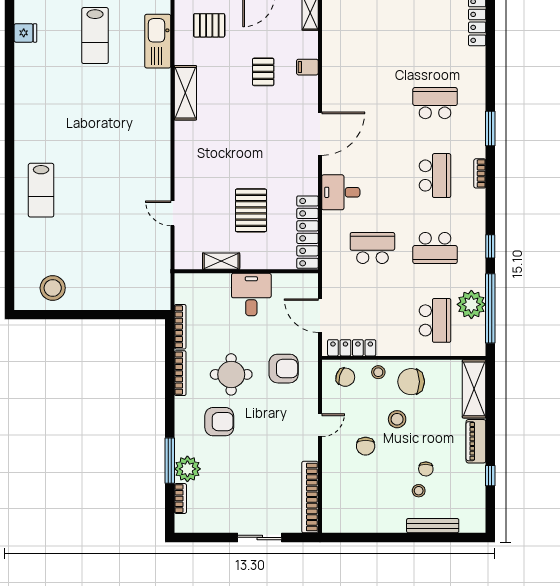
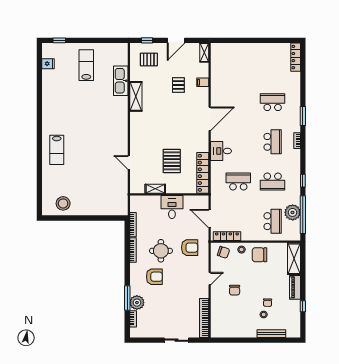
lab bench: (95, 36) -> (86, 65), turned 180
kitchen sink: (158, 41) -> (121, 81), moved
stool: (397, 419) -> (252, 275), removed

